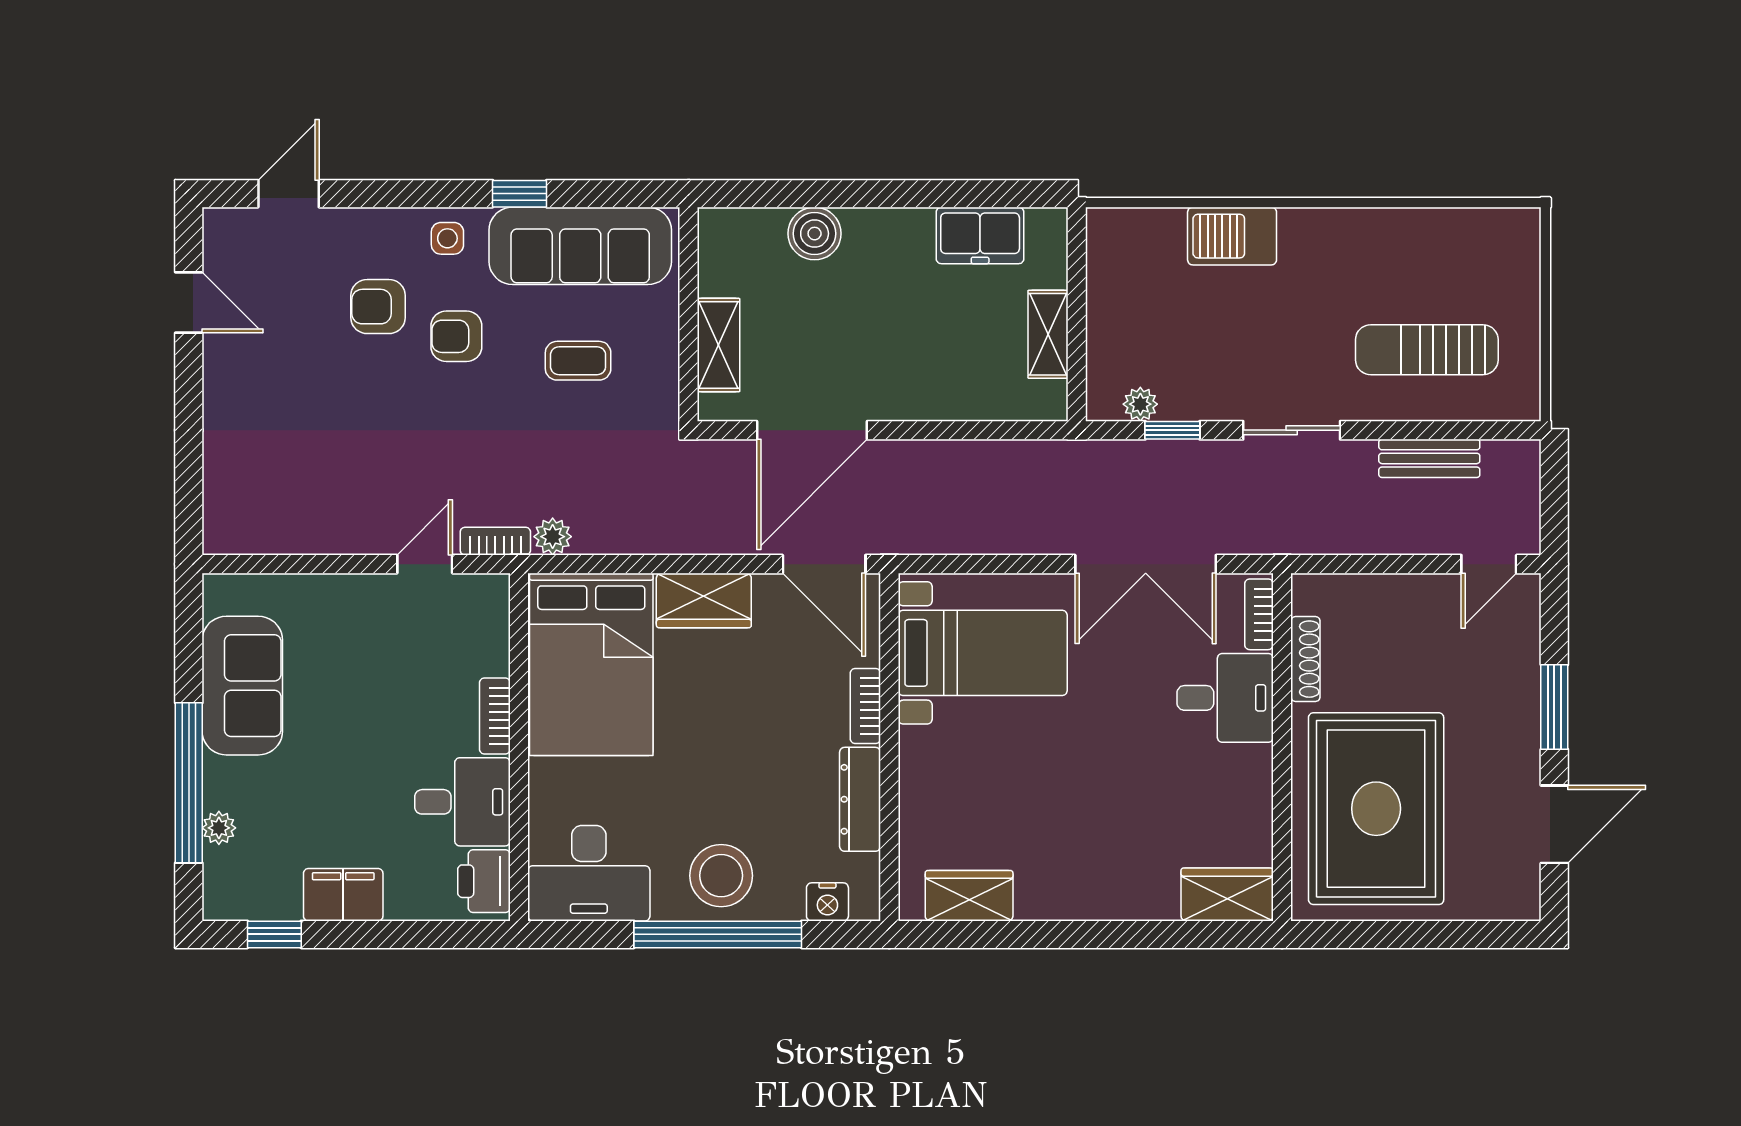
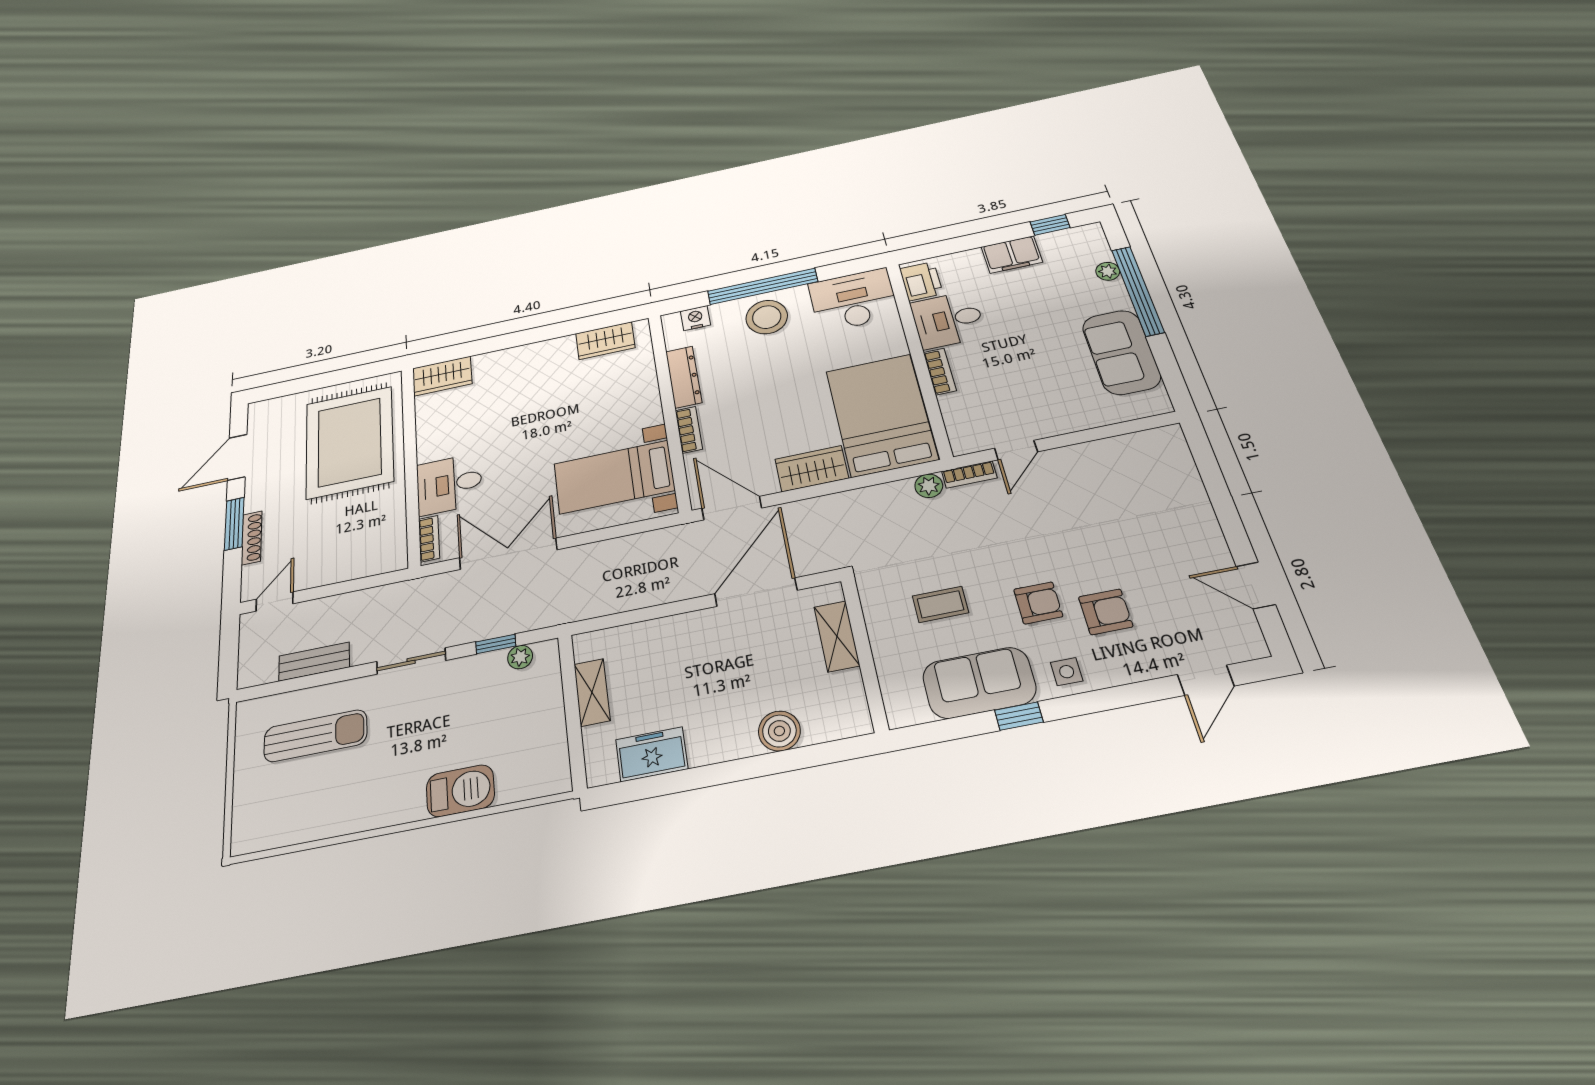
sofa: (580, 246) -> (979, 683), width x0.73
shoe rack: (1305, 659) -> (252, 538), moved, turned 180

